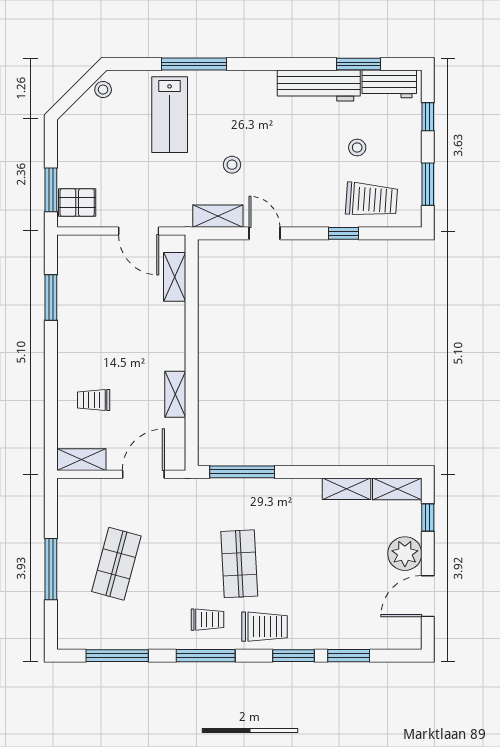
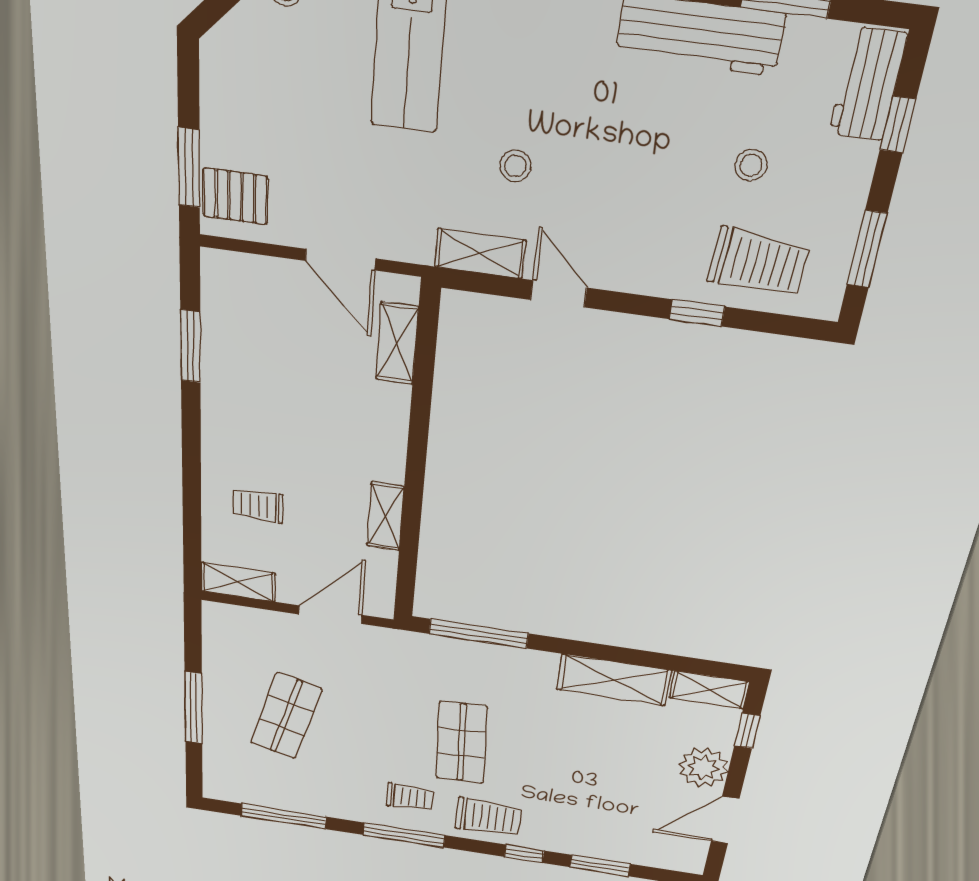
workbench: (389, 84) -> (868, 84), moved, turned 90
shelving: (347, 489) -> (614, 680), width x1.50, depth x1.33
window: (294, 656) -> (524, 854), width x0.67

